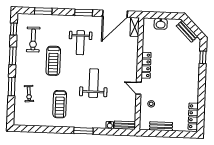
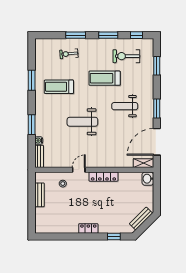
door: (115, 14) -> (157, 142), hinge flipped
washbasin: (161, 24) -> (148, 179), moved
weight bench: (94, 83) -> (82, 122), turned 180
locker: (193, 116) -> (88, 228), moved, width x0.66
window: (53, 130) -> (32, 80), added
window: (83, 131) -> (32, 125), moved

